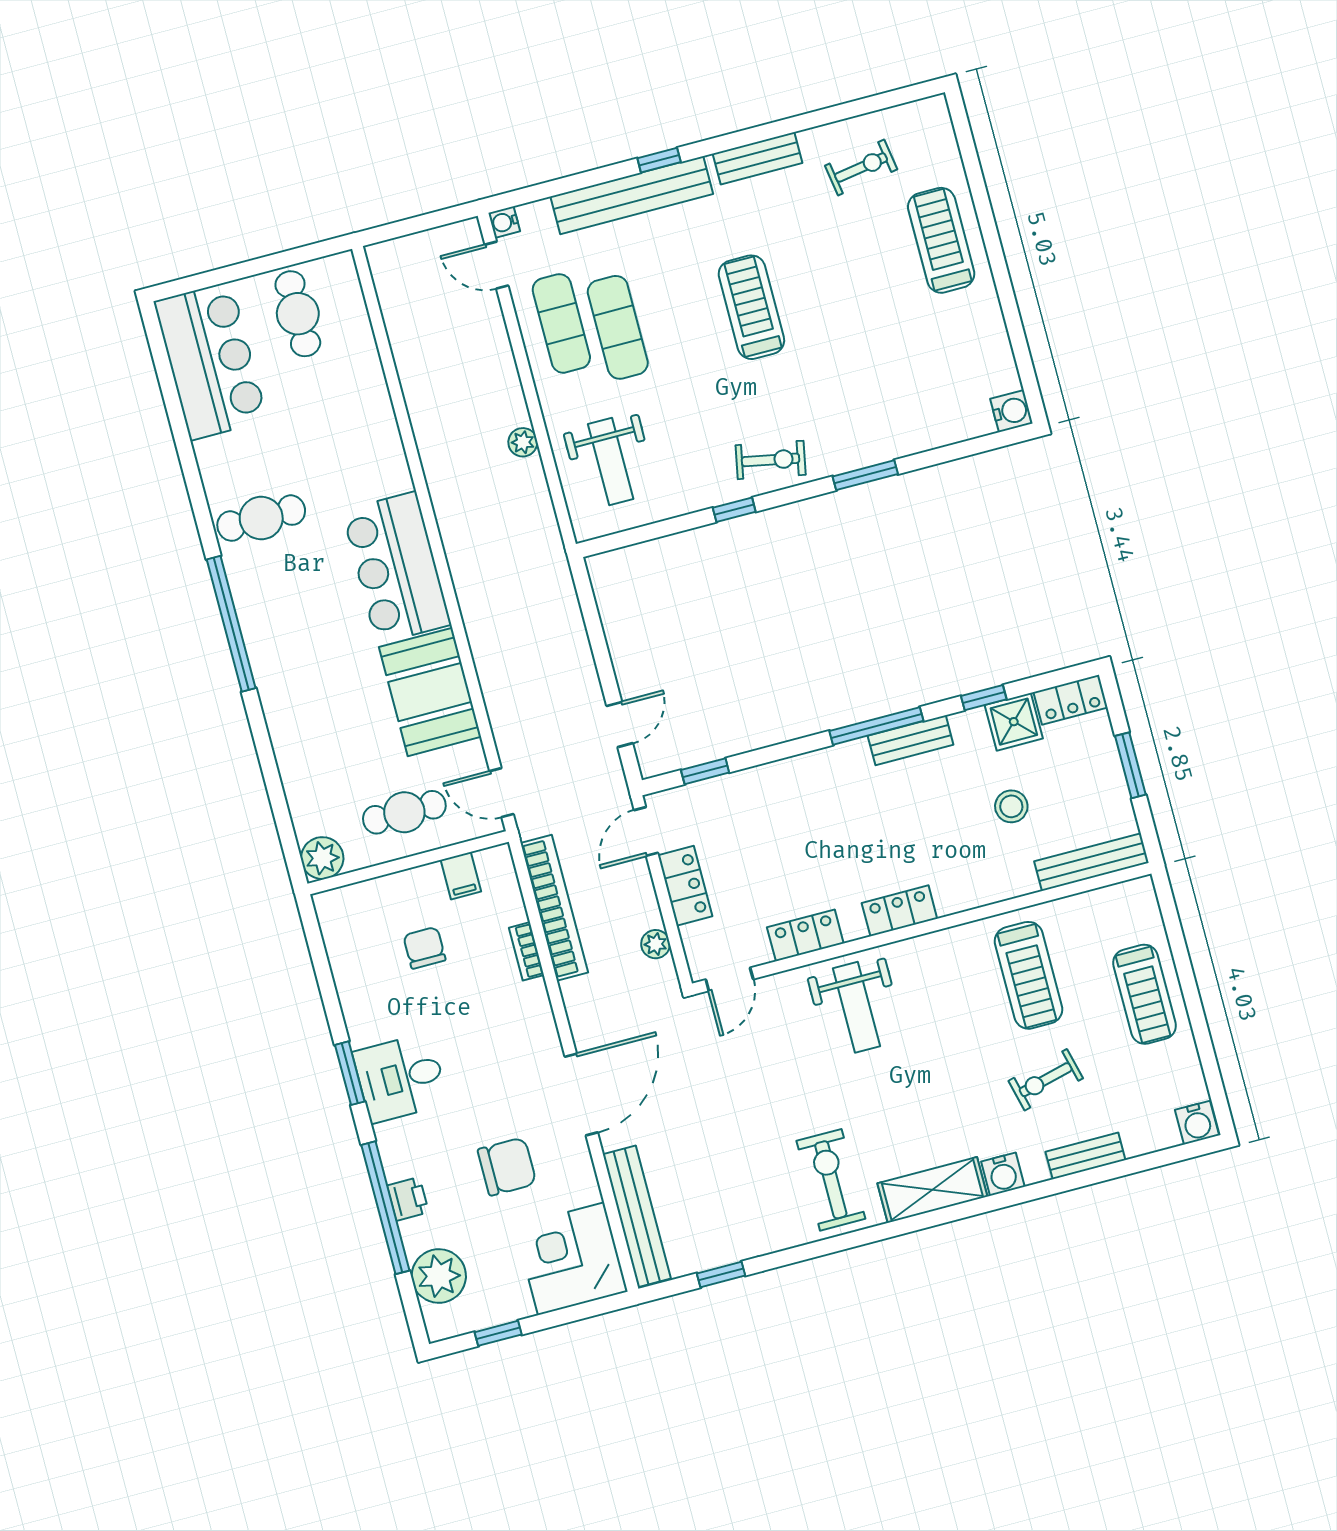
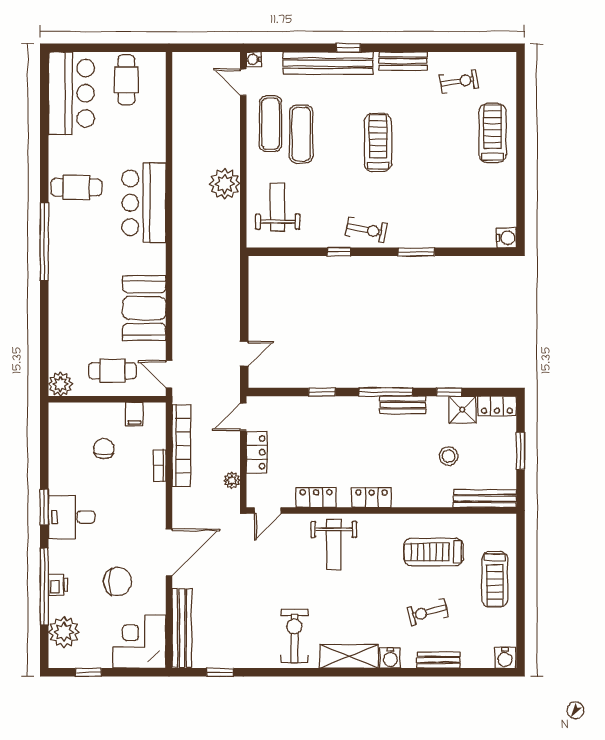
plant: (523, 442) -> (225, 184), width x1.88, depth x1.88
weight bench: (611, 462) -> (278, 207), turned 180
bar counter: (397, 568) -> (144, 203), moved
window: (705, 771) -> (322, 392), moved
treadmill: (1028, 975) -> (433, 552), turned 90

